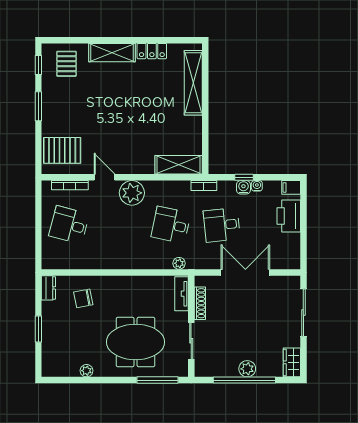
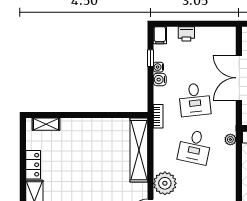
shelving: (193, 83) -> (46, 124), width x0.45, depth x0.75
shelving: (179, 165) -> (139, 150), width x1.47
window: (244, 177) -> (150, 58), moved
printer: (289, 216) -> (186, 34), width x0.53, depth x0.68

